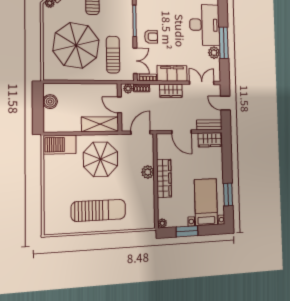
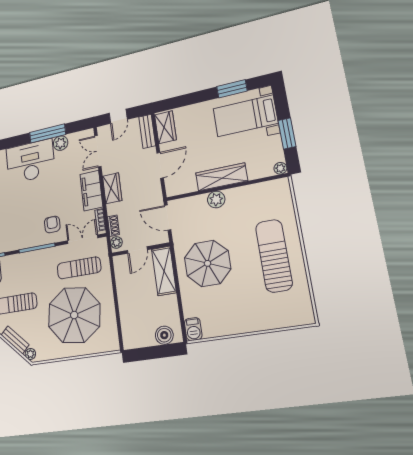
boiler: (50, 102) -> (164, 335), moved
barbecue: (60, 145) -> (193, 329), width x0.53, depth x0.65

